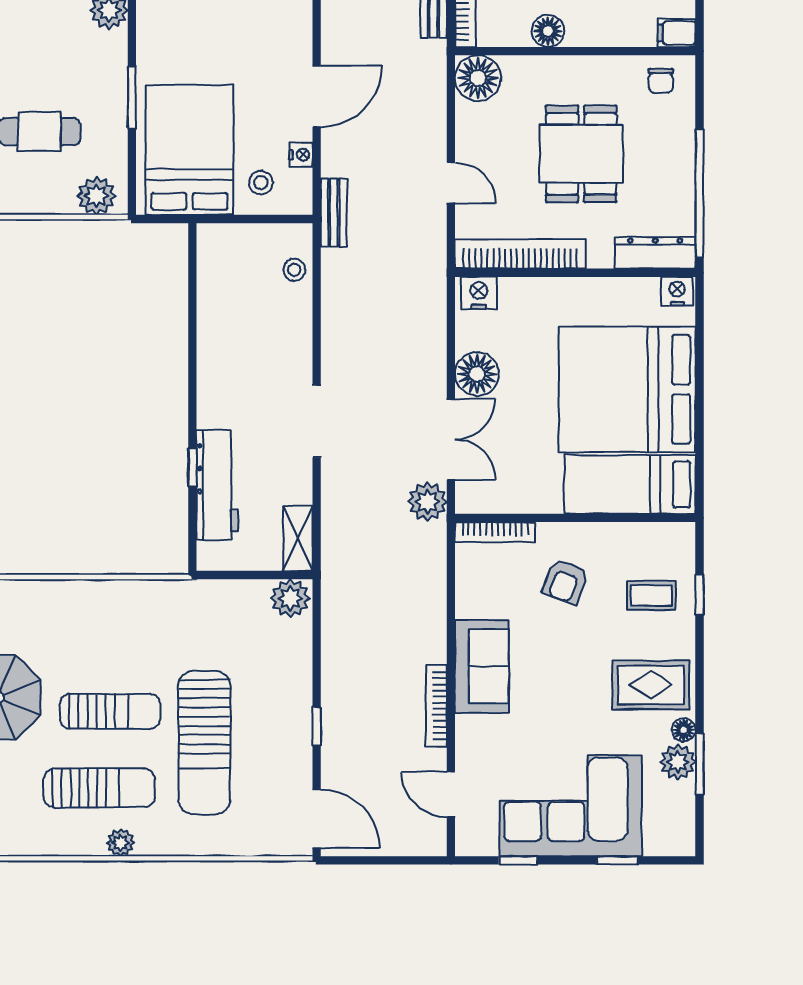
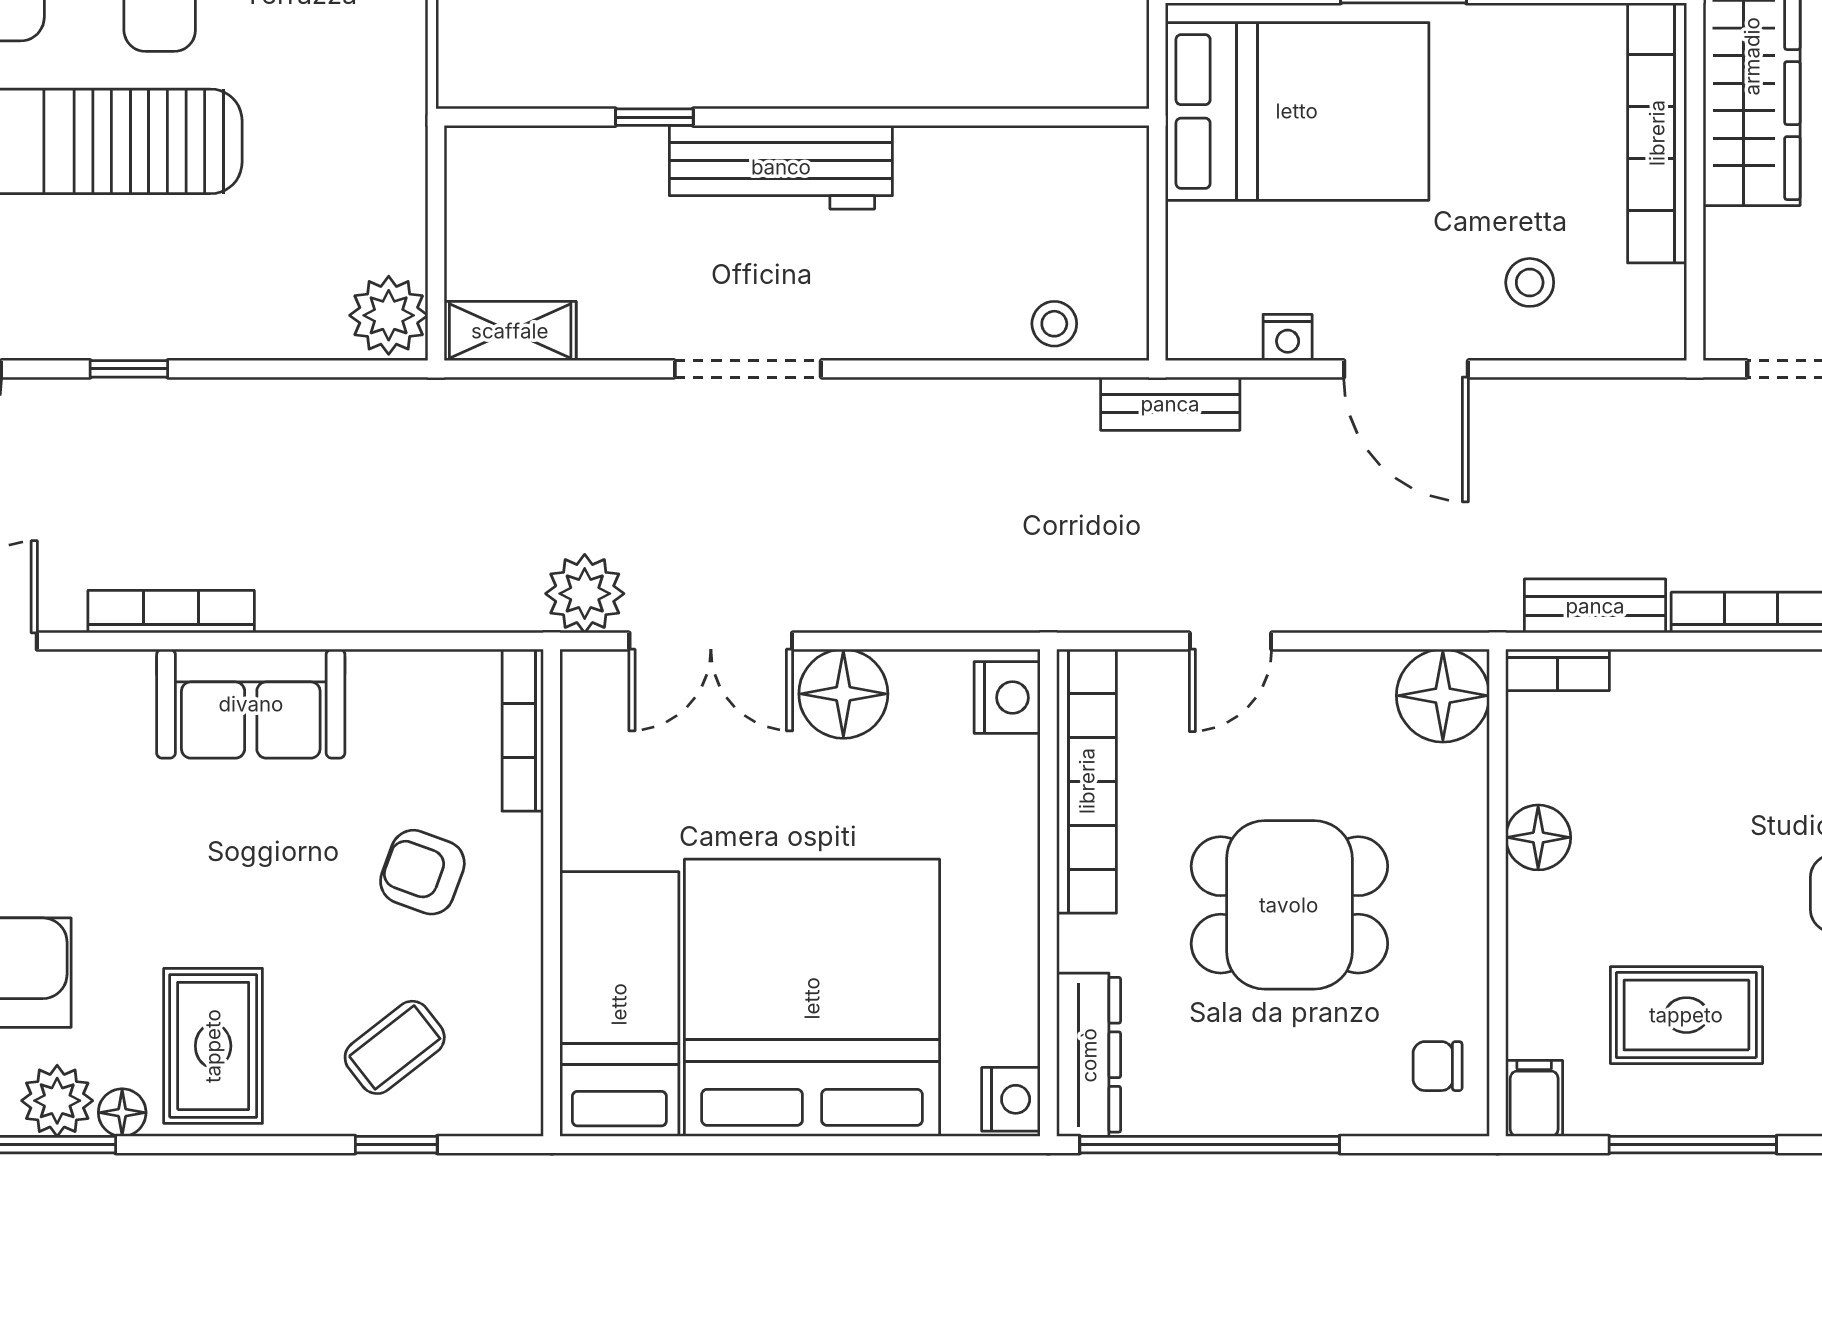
stool: (261, 183) -> (1530, 282), moved
workbench: (217, 485) -> (781, 167), moved
coffee table: (652, 595) -> (395, 1047), turned 52

